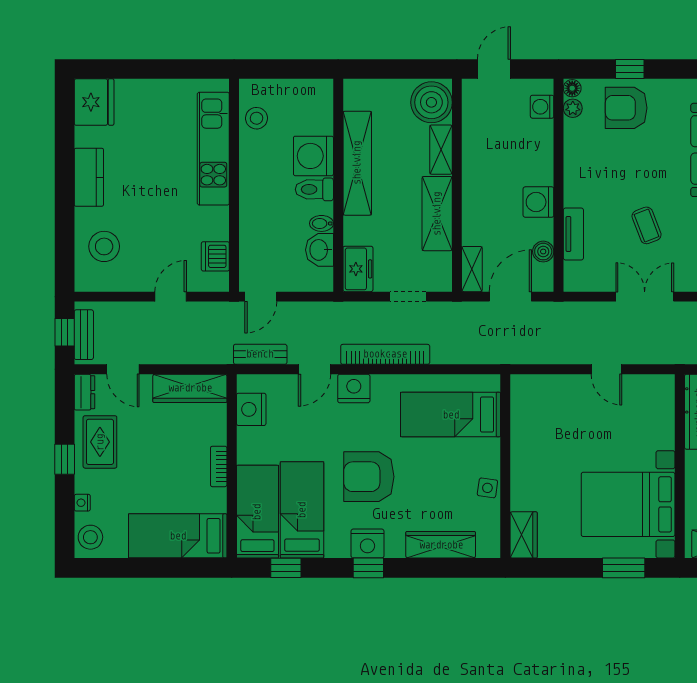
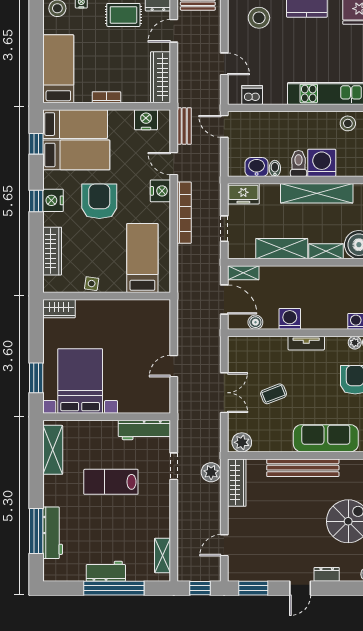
tv unit: (573, 234) -> (306, 343), moved

